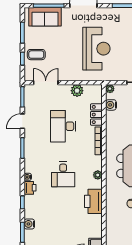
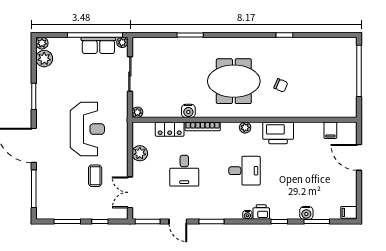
sofa: (45, 17) -> (48, 193), removed
reception desk: (96, 49) -> (87, 129), turned 90
coffee table: (36, 55) -> (95, 176), moved
water cooler: (111, 105) -> (188, 111), moved
desk: (63, 126) -> (184, 171), width x0.73

